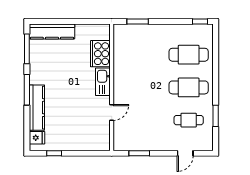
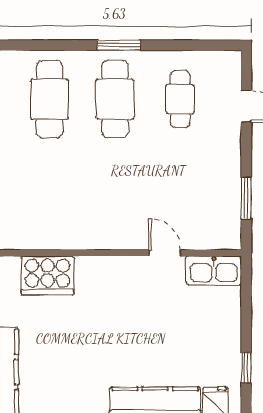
kitchen sink: (103, 82) -> (214, 270), moved
window: (216, 116) -> (119, 45), moved

